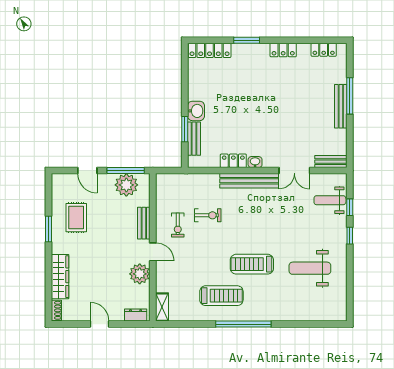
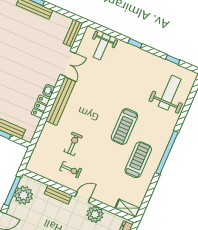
window: (350, 207) -> (173, 60), moved
weight bench: (310, 268) -> (170, 93), moved, turned 180

